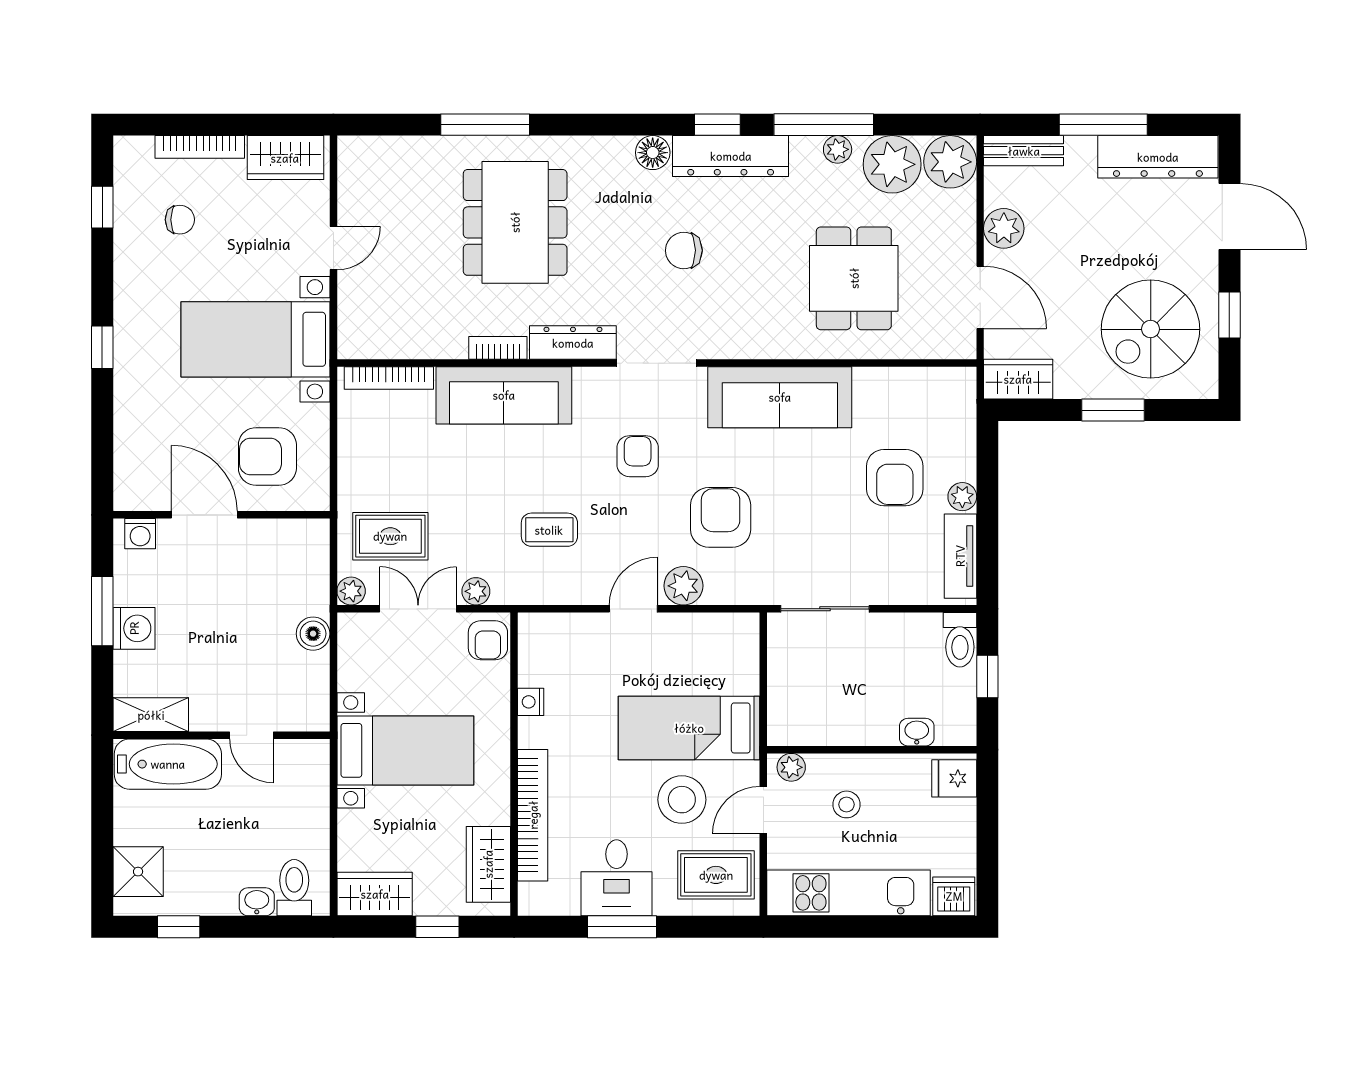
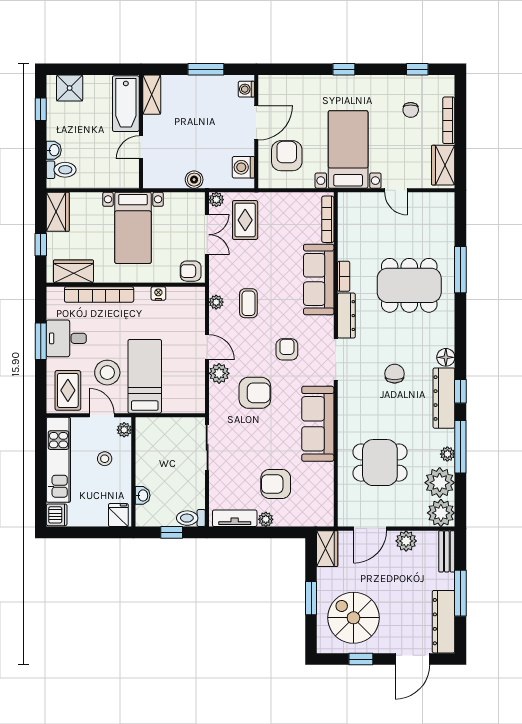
armchair: (638, 456) -> (287, 349), turned -90
plant: (476, 591) -> (216, 302), moved
washing machine: (134, 628) -> (243, 167), moved, turned 90

